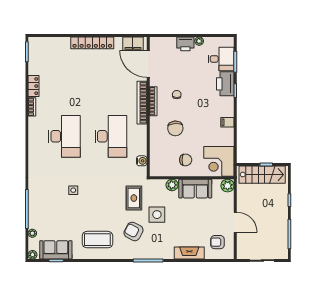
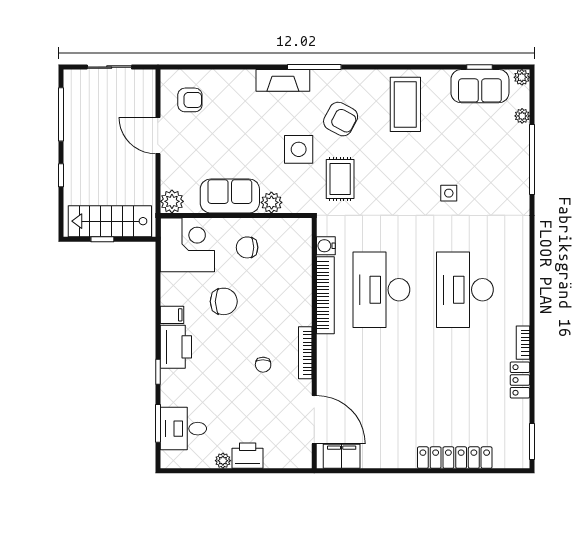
locker: (92, 43) -> (455, 458), moved
printer: (225, 84) -> (176, 347), moved
bookcase: (142, 103) -> (325, 295), moved
chair: (175, 128) -> (224, 301), moved, turned 94
coffee table: (97, 240) -> (405, 104), turned 90
fireplace: (189, 253) -> (283, 80), moved

